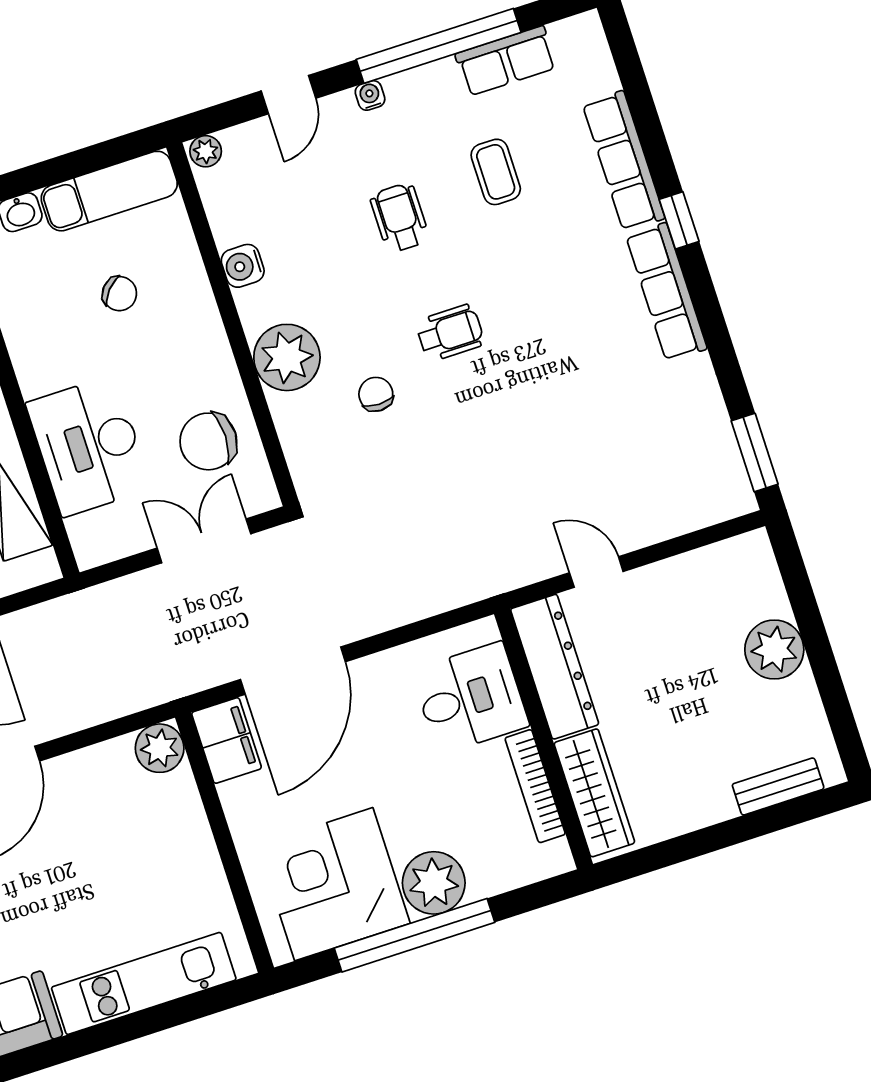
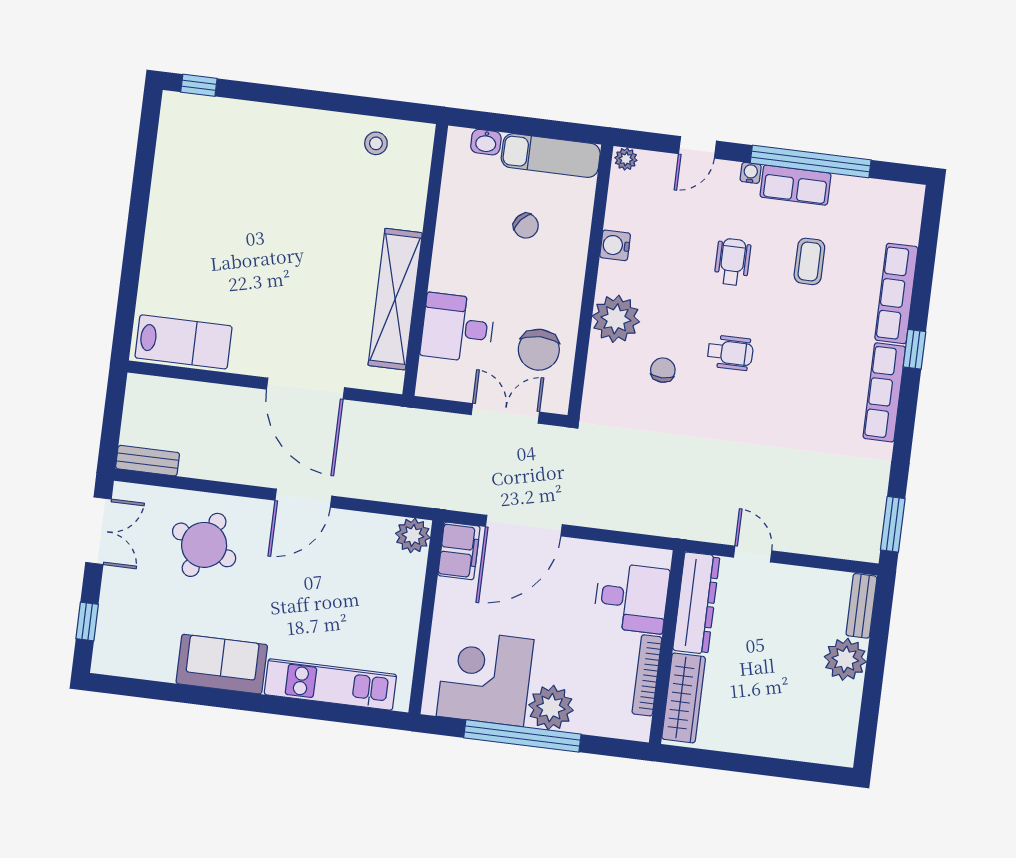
row of seats: (506, 61) -> (795, 185), moved
chair: (208, 441) -> (539, 350), turned -90
desk: (89, 446) -> (458, 328), width x0.73
bench: (778, 786) -> (861, 606), moved, turned 90

